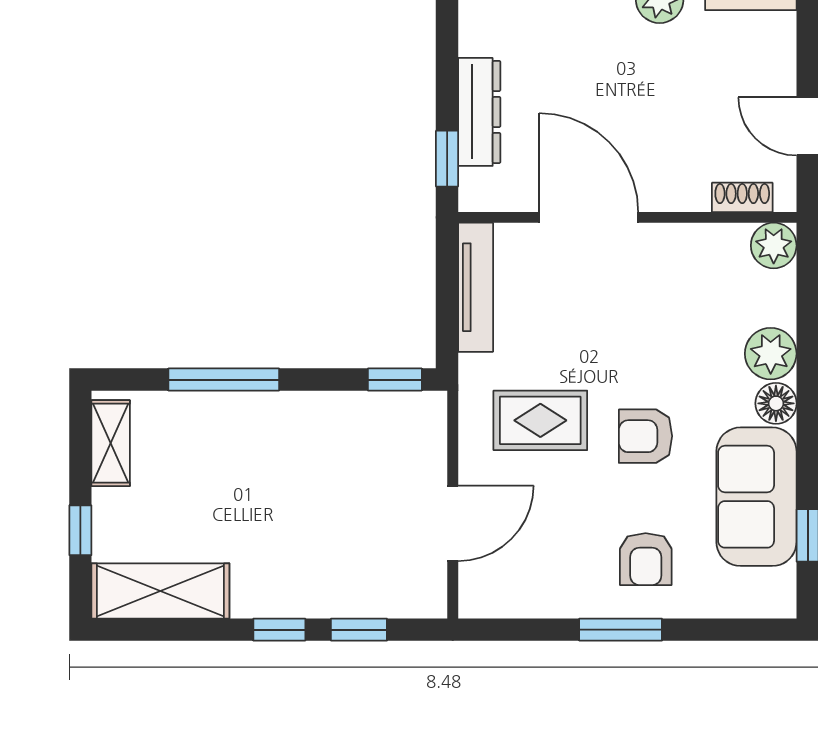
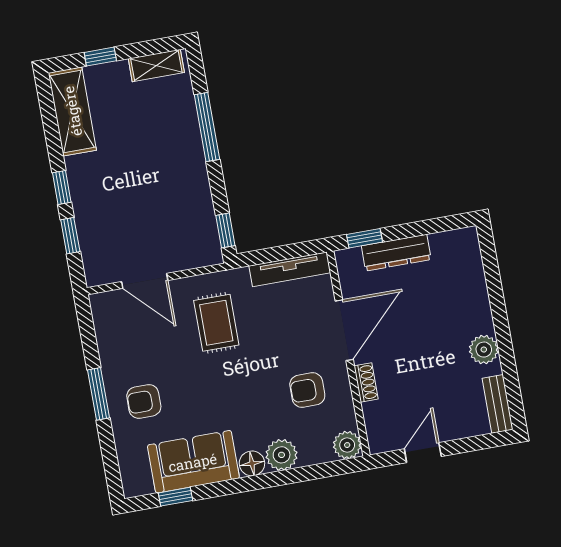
shoe rack: (742, 197) -> (366, 382), moved
armchair: (646, 436) -> (307, 390), moved, turned -90

